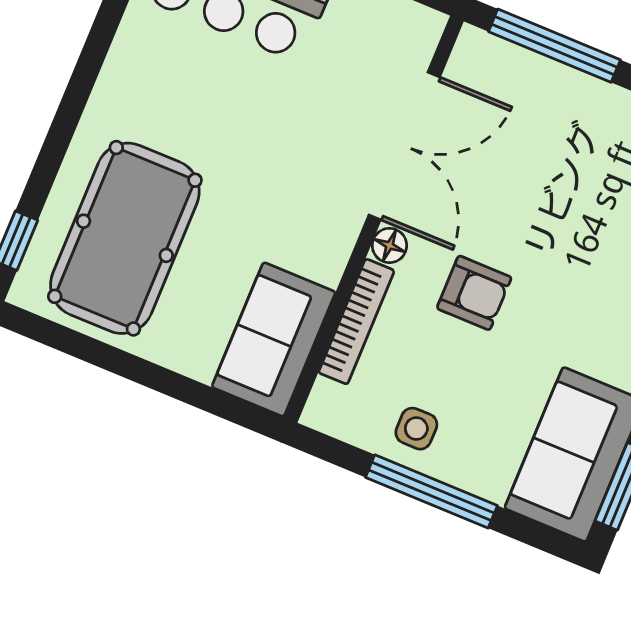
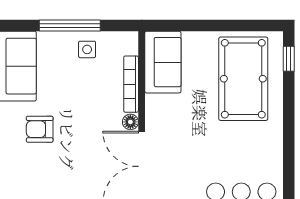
armchair: (474, 293) -> (40, 129), moved

